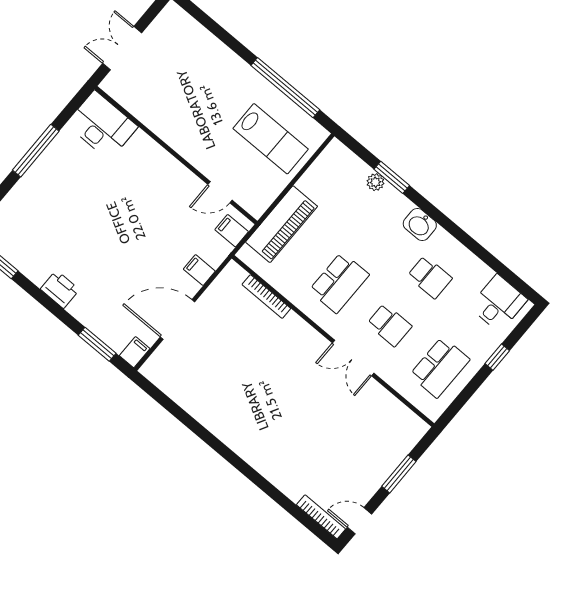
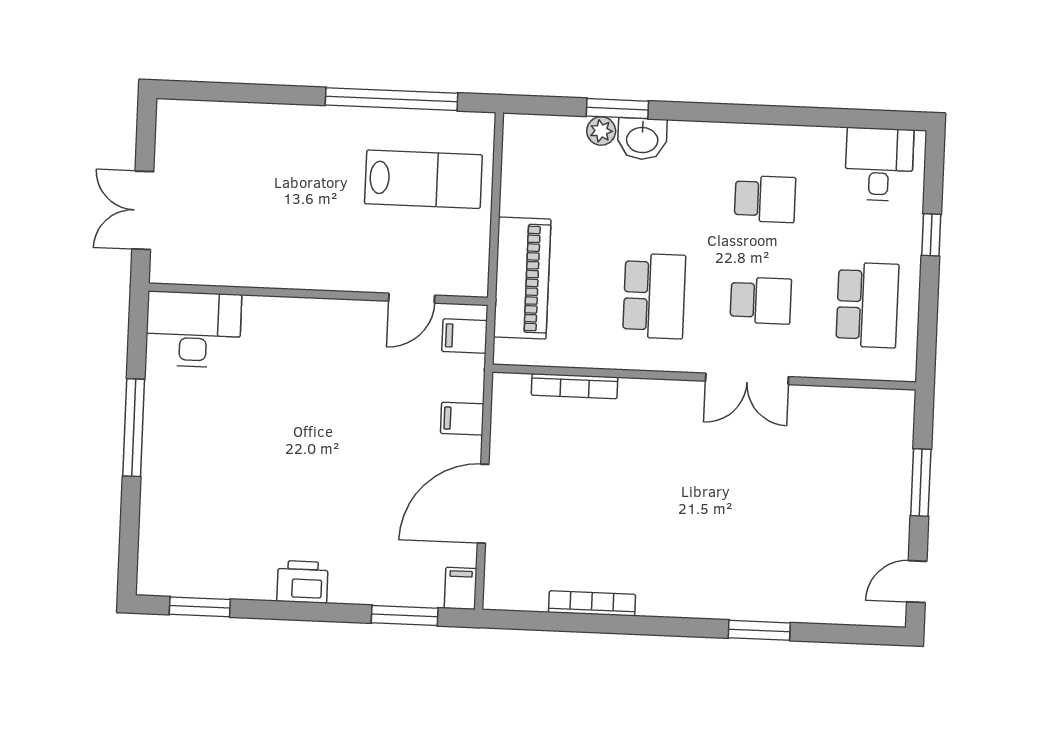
washbasin: (420, 224) -> (642, 139), moved
window: (264, 485) -> (759, 630), added
bookcase: (321, 517) -> (592, 603), moved

